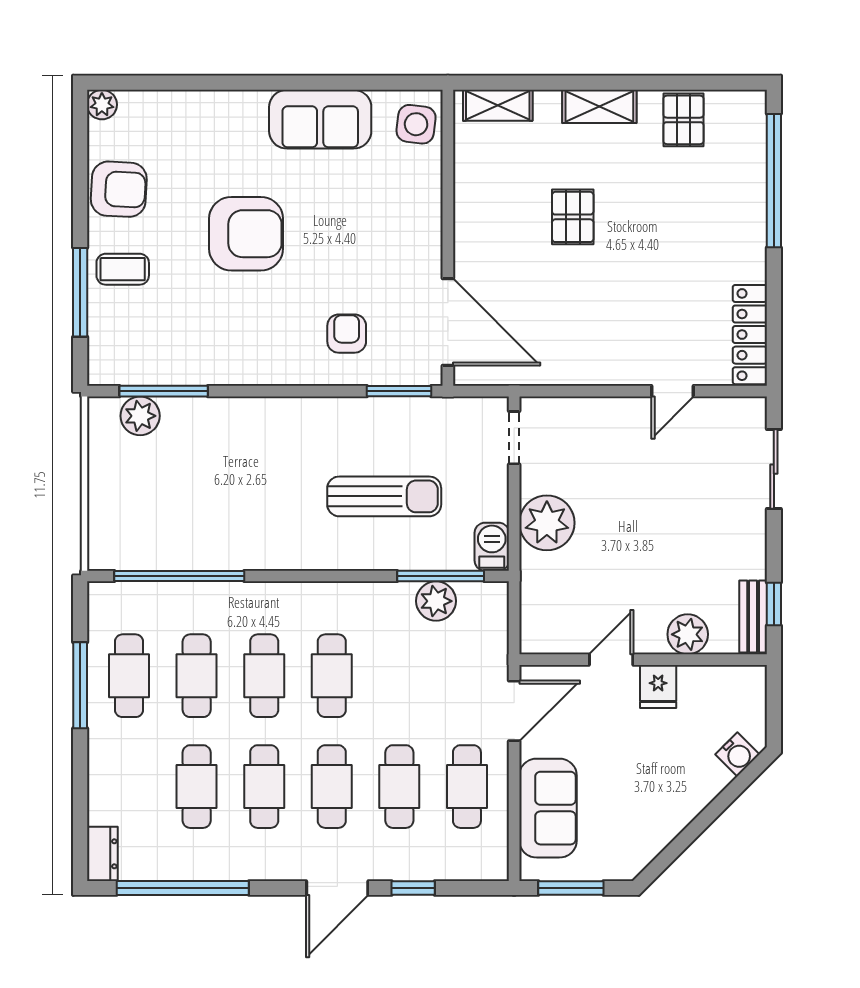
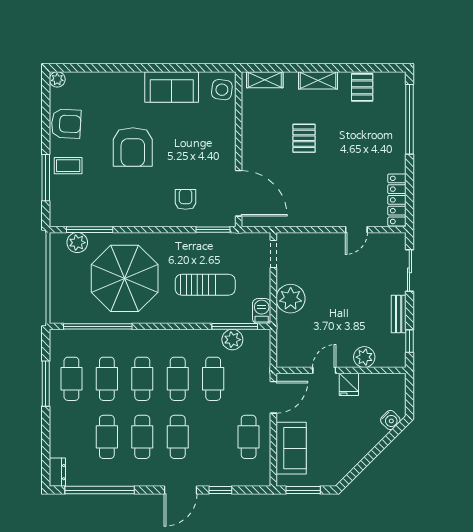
armchair: (246, 234) -> (133, 147), turned 90
parasol: (230, 484) -> (125, 278), added
bench: (753, 616) -> (399, 314), moved
cafe table: (399, 787) -> (213, 379), moved

